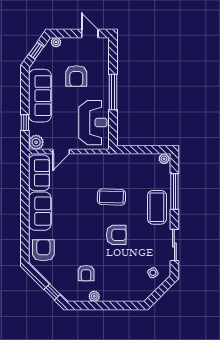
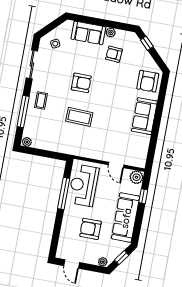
armchair: (76, 76) -> (90, 229), turned -90
window: (113, 92) -> (64, 193), moved
door: (61, 152) -> (116, 165), swing flipped
sofa: (39, 173) -> (88, 33), moved, turned -90
coffee table: (157, 207) -> (41, 100), width x0.54, depth x0.58
armchair: (116, 235) -> (81, 83), turned 180
armchair: (86, 273) -> (114, 54), turned -86

